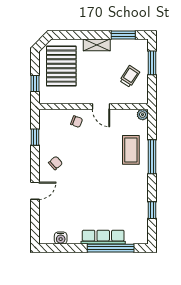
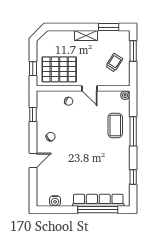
pallet: (61, 66) -> (59, 69), moved, turned 90
row of seats: (103, 237) -> (98, 200), width x1.36

